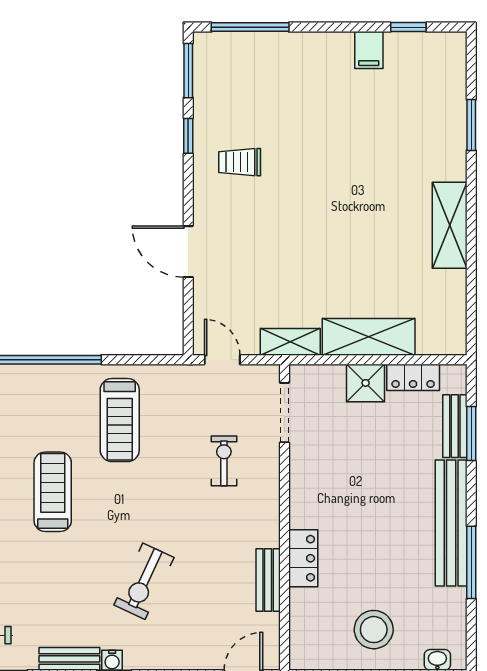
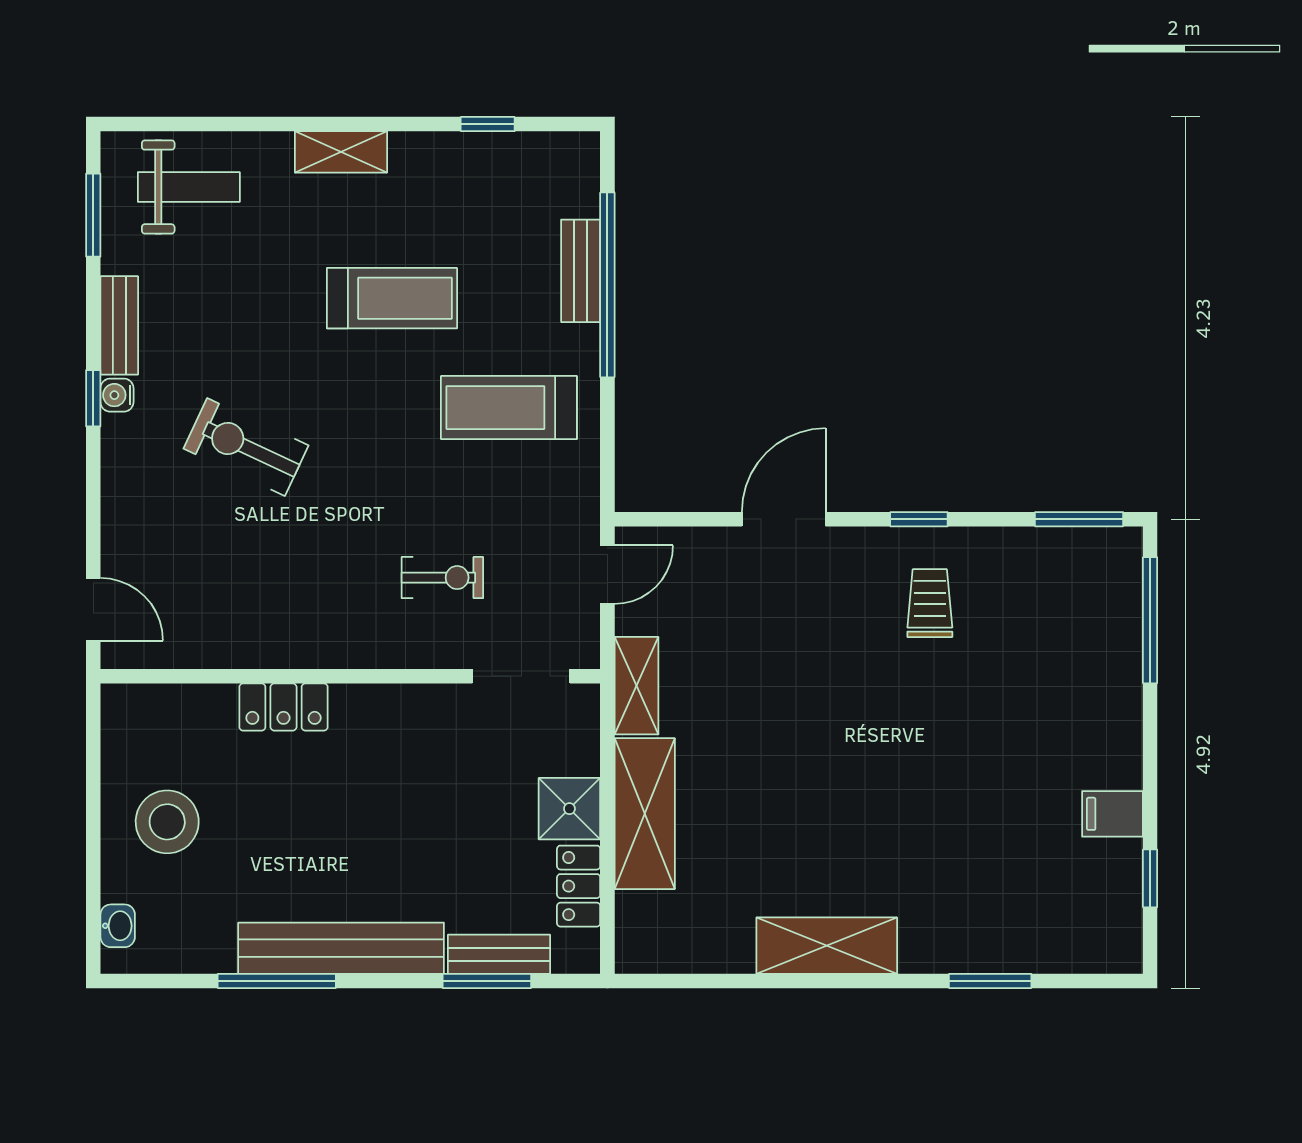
window: (188, 136) -> (919, 519), moved
bench: (268, 580) -> (581, 271), moved, turned 90

